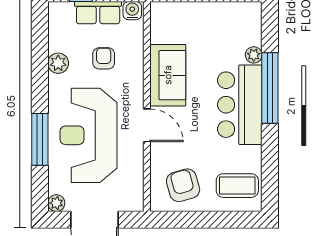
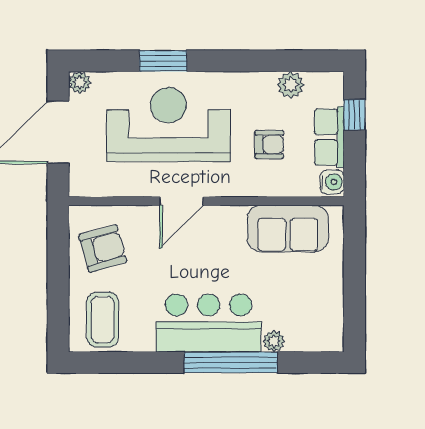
plant: (58, 63) -> (291, 85), moved
sofa: (168, 75) -> (288, 229), moved
window: (40, 139) -> (163, 61), width x0.69

